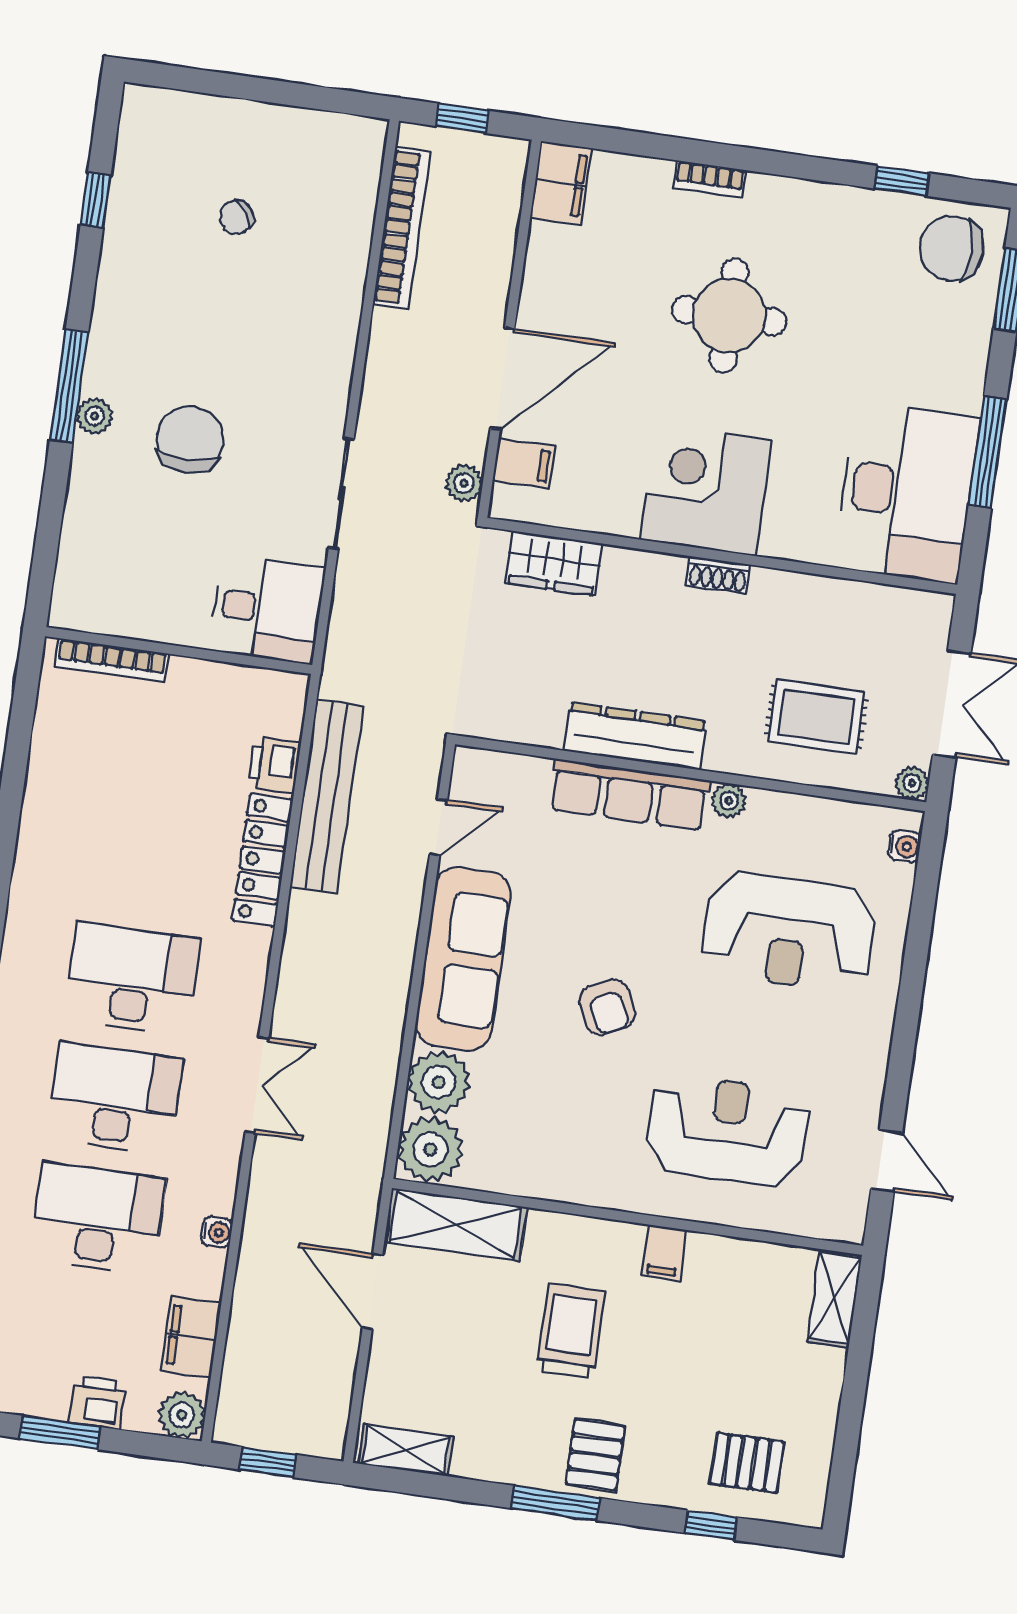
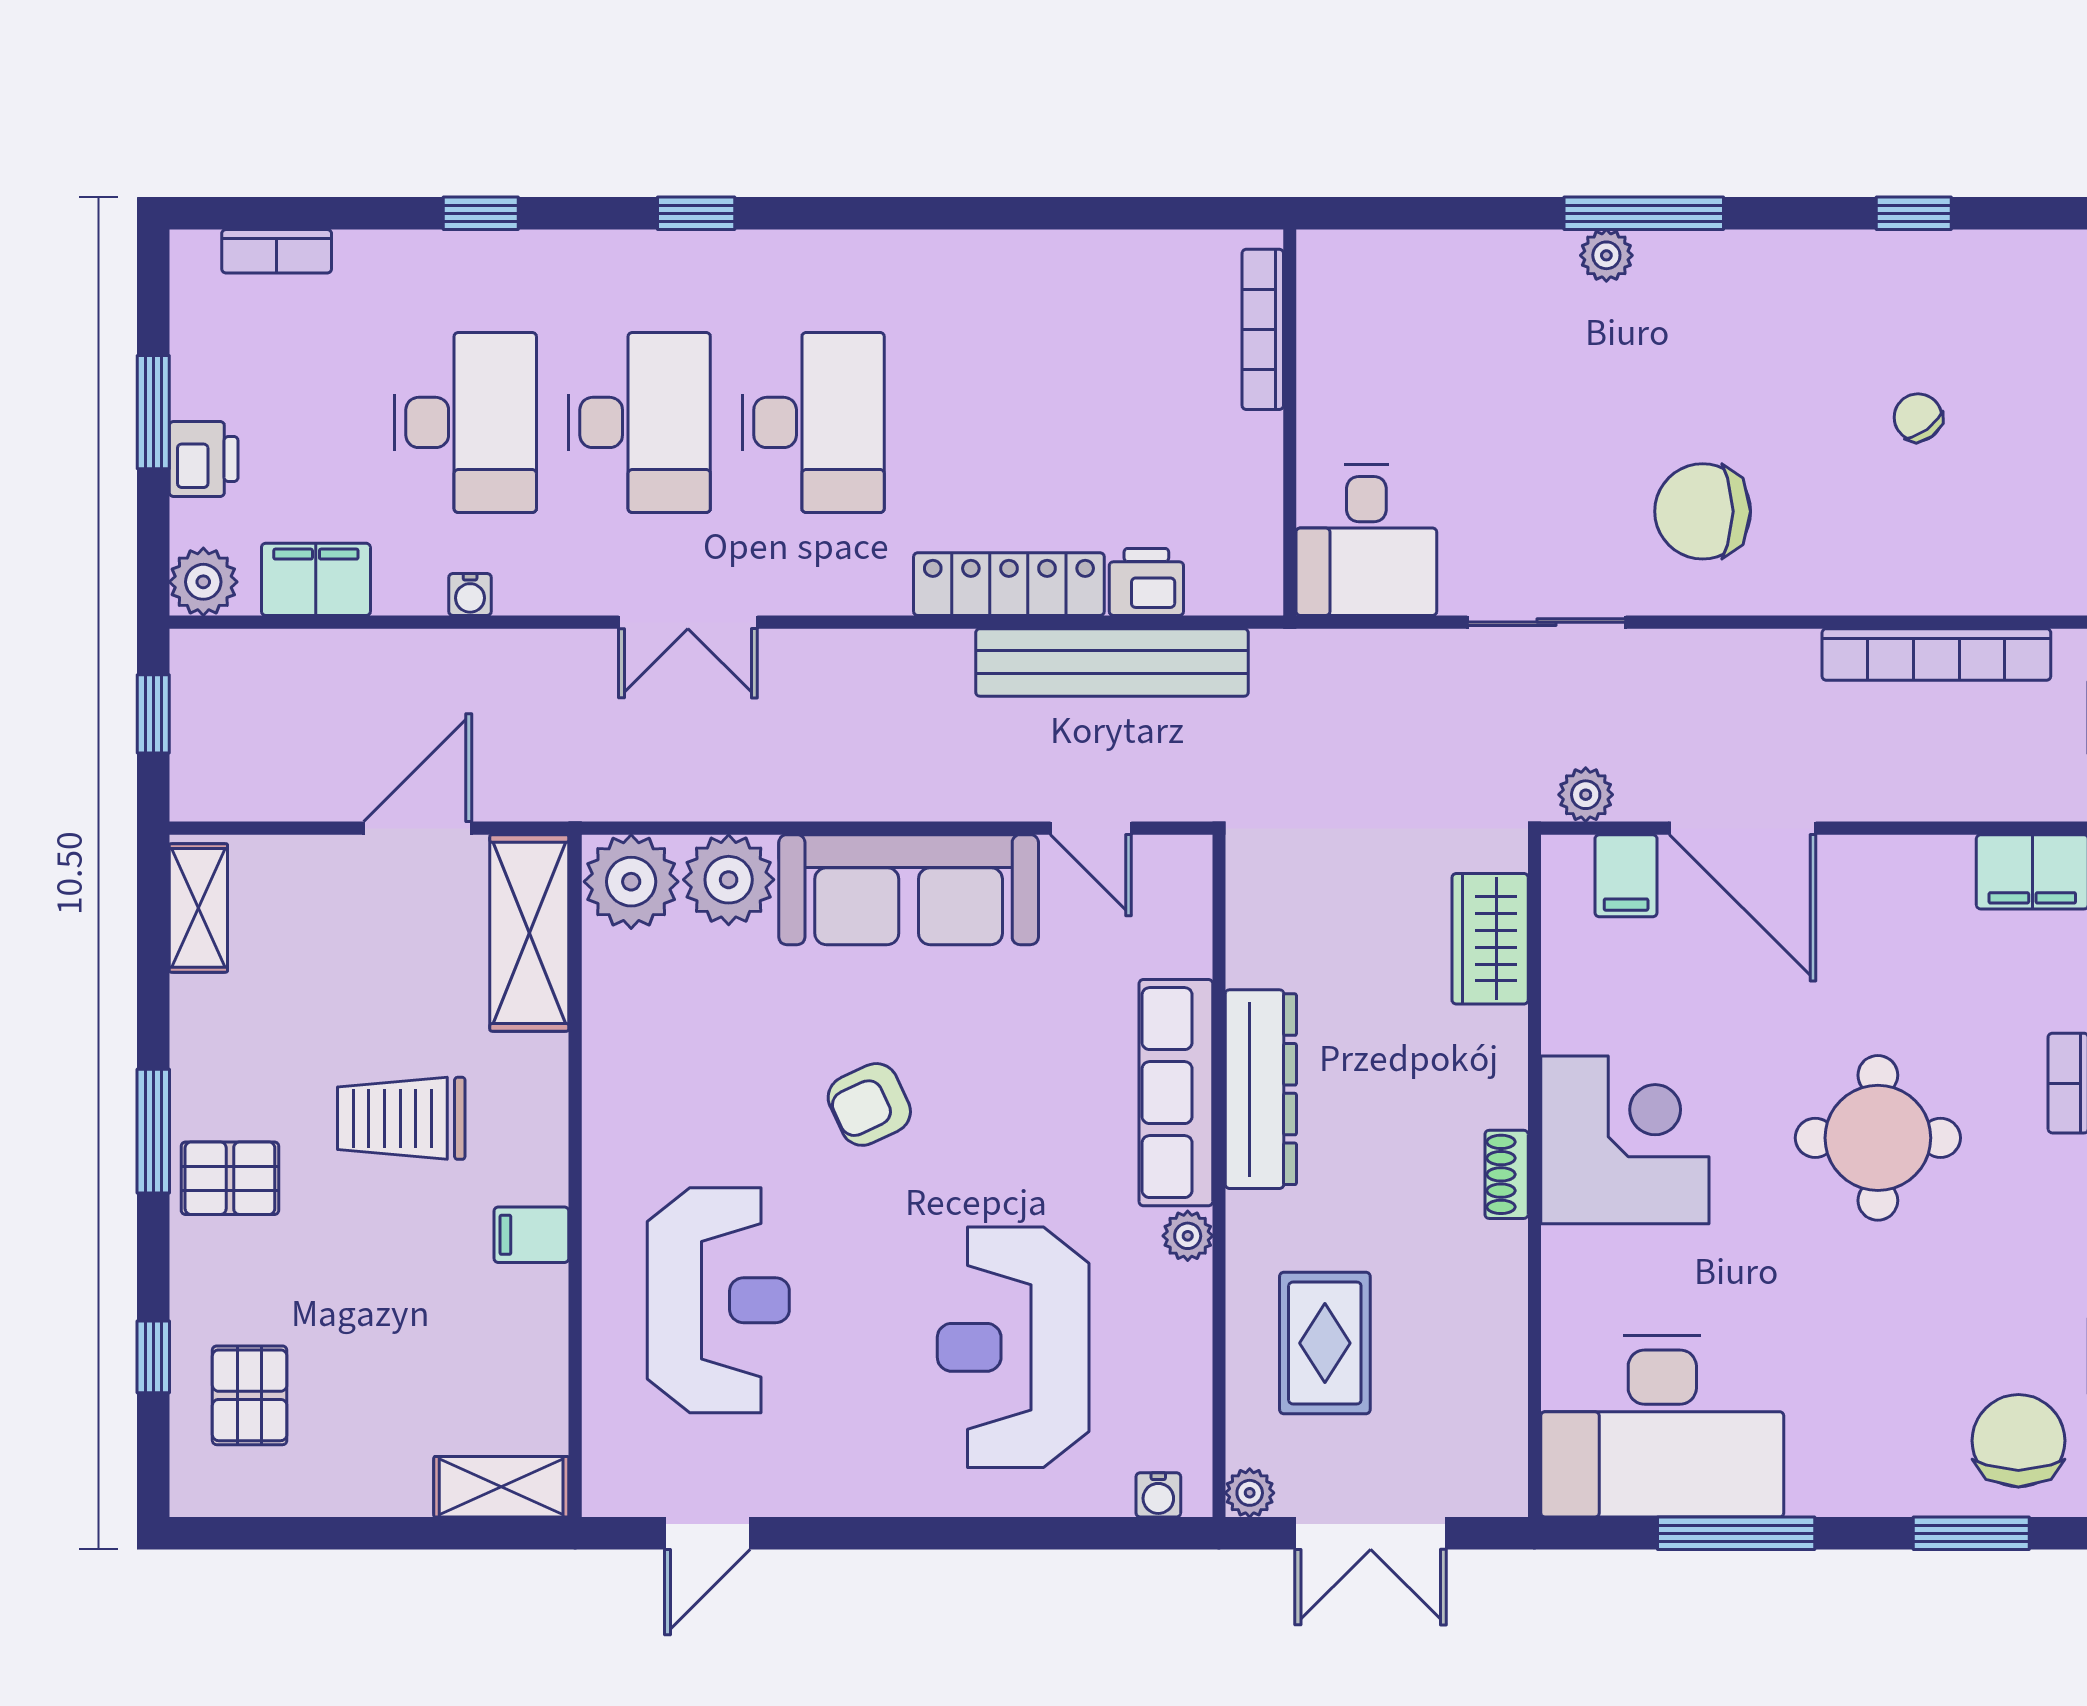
chair: (190, 440) -> (1703, 511), moved, turned 180
trolley: (571, 1331) -> (401, 1118), turned 180

